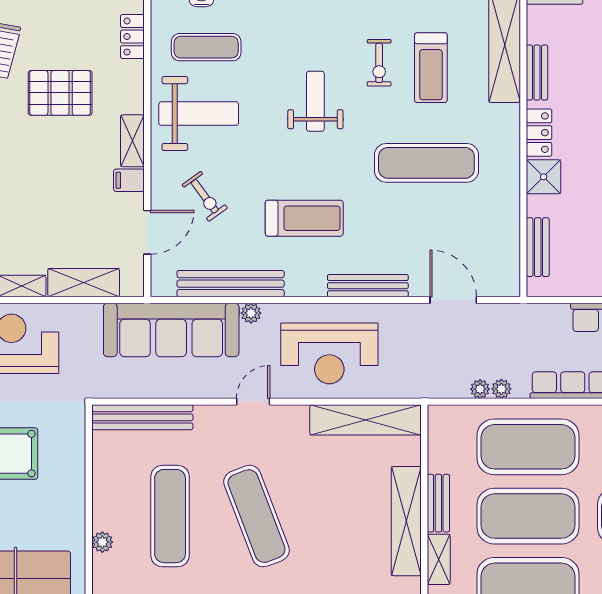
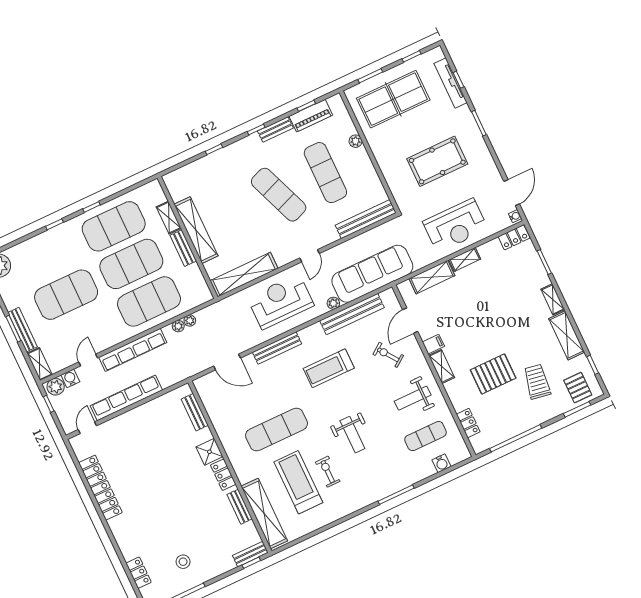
treadmill: (431, 68) -> (298, 482), width x1.37, depth x1.38
weight bench: (199, 114) -> (413, 398), width x0.73, depth x0.75

